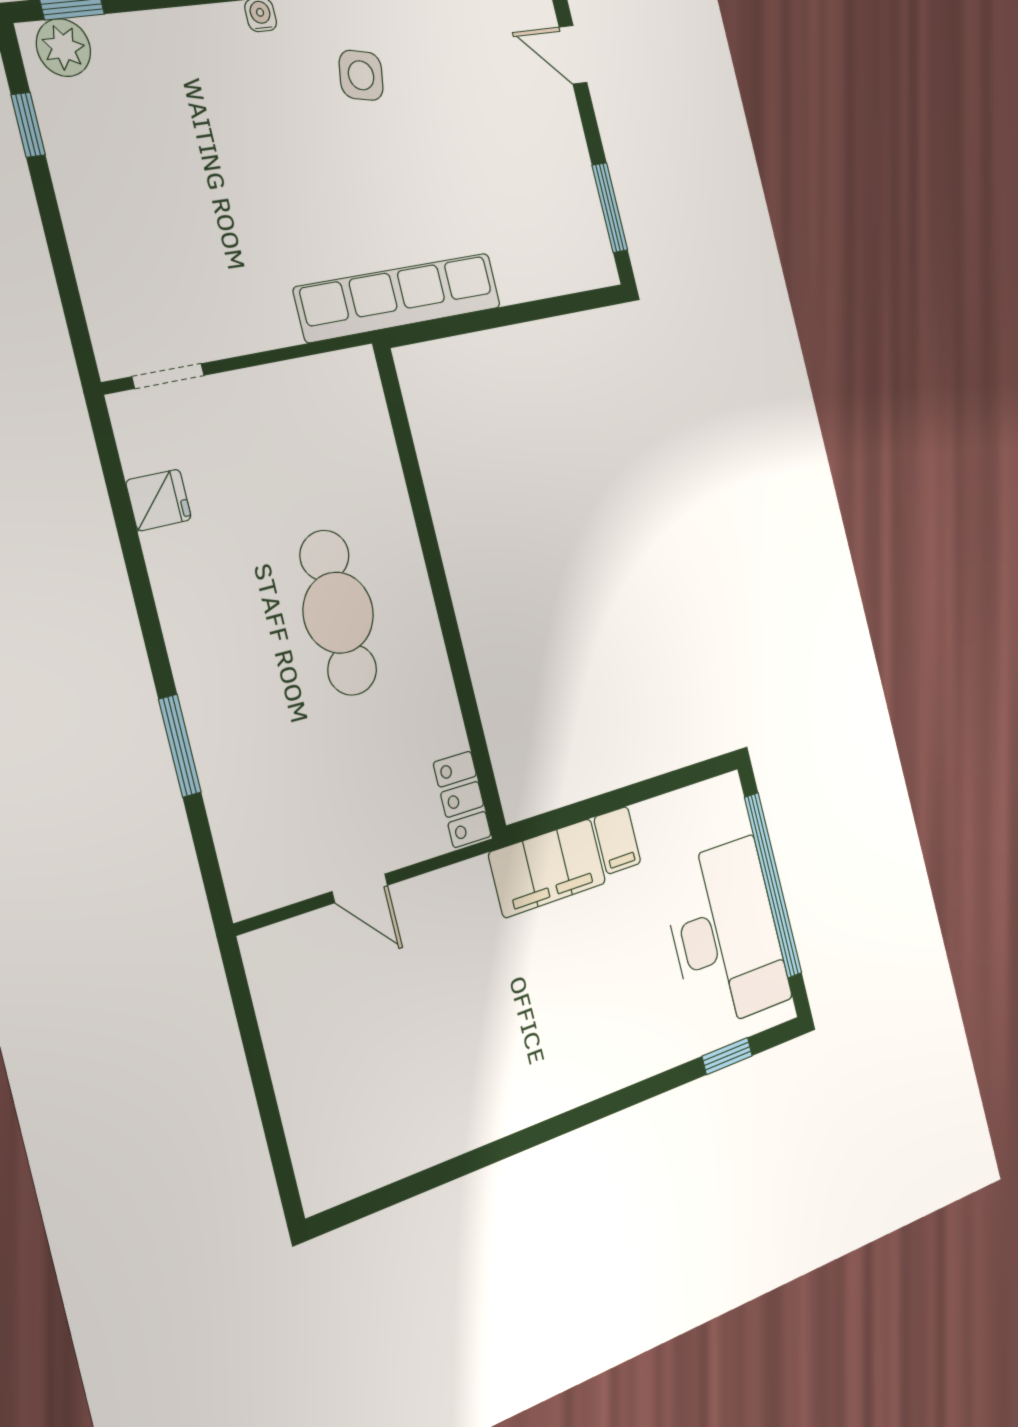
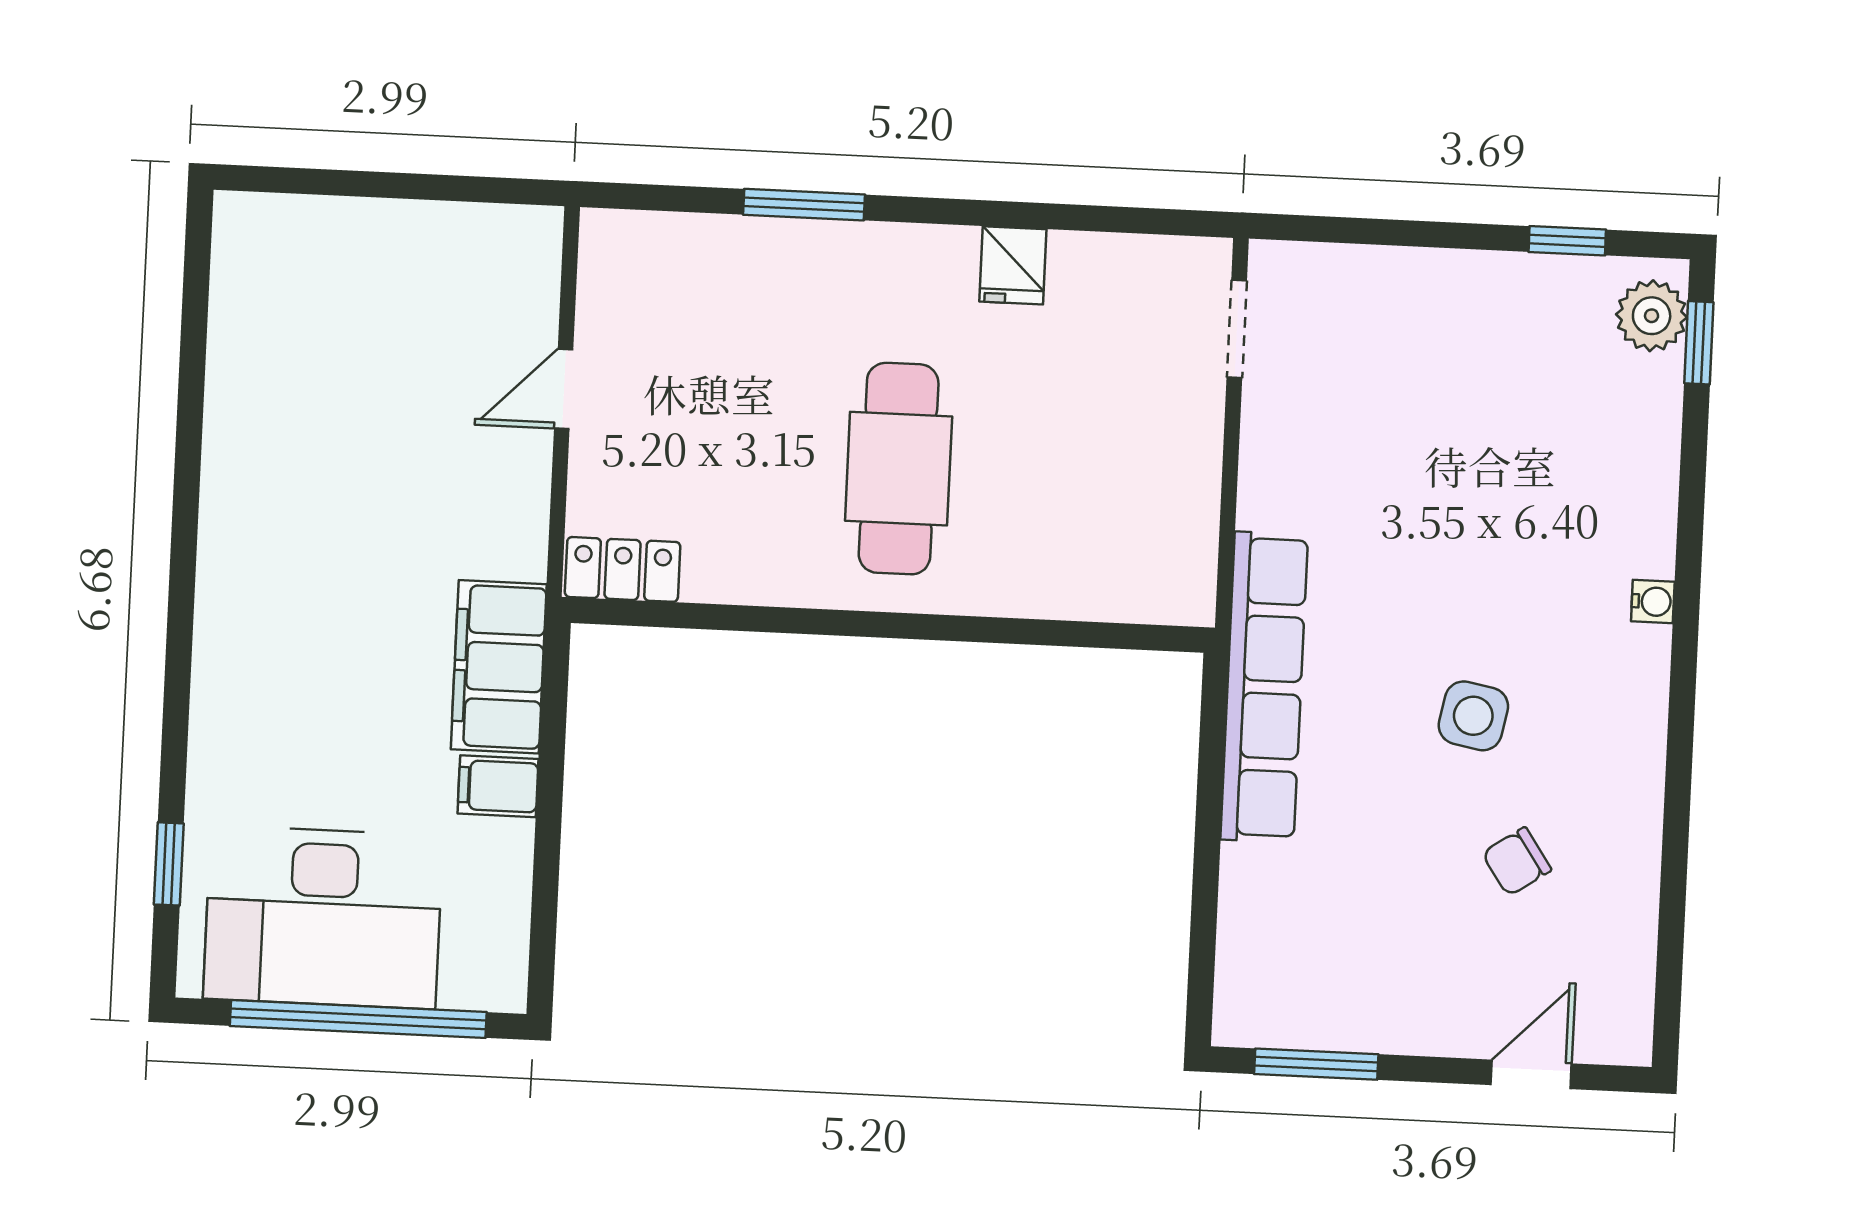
side table: (361, 75) -> (1473, 716), moved
chair: (453, 88) -> (1517, 862), added
fridge: (159, 500) -> (1013, 265), moved
cafe table: (338, 613) -> (899, 469), turned 90

